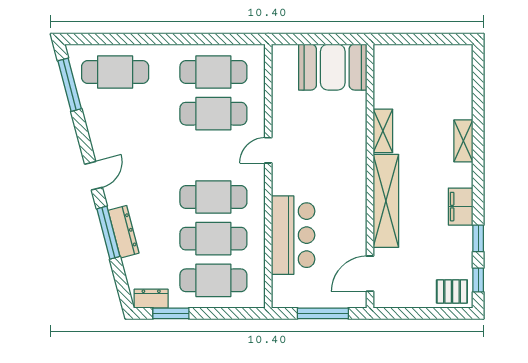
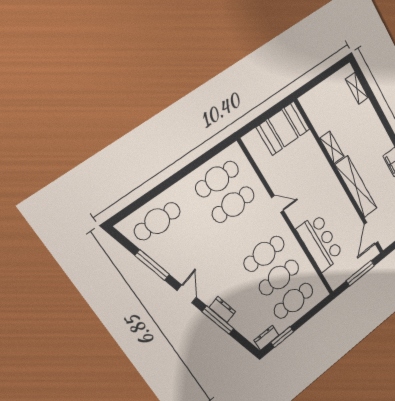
window: (70, 85) -> (152, 265), moved
shelving: (463, 141) -> (357, 88), moved
door: (268, 150) -> (278, 204), swing flipped
dresser: (123, 232) -> (222, 310), width x0.70

